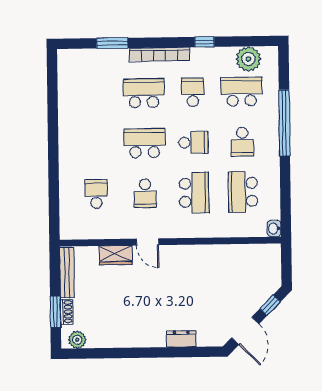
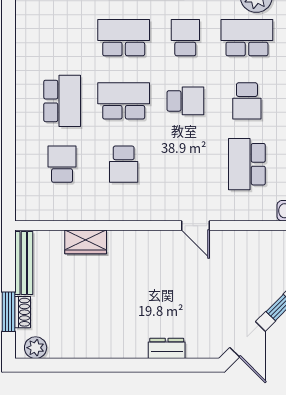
school desk: (194, 193) -> (62, 101), moved
door: (148, 242) -> (195, 226), moved

